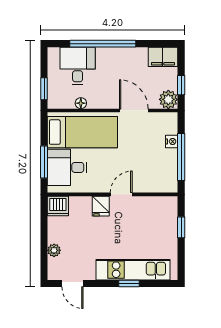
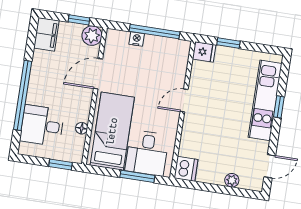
door: (121, 194) -> (184, 101), hinge flipped
fridge: (101, 206) -> (204, 52), moved

